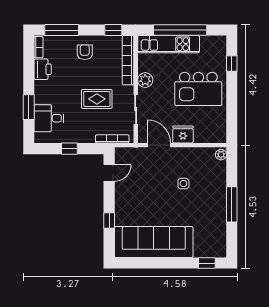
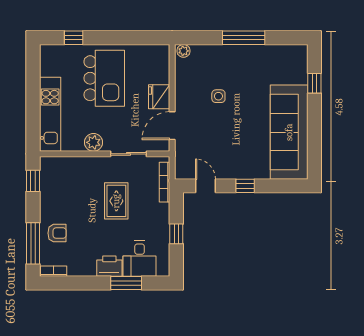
window: (180, 30) -> (33, 100), removed
armchair: (85, 52) -> (57, 233), moved, turned 180
bookcase: (128, 60) -> (70, 163), removed
printer: (43, 69) -> (109, 266), moved
window: (109, 220) -> (245, 186), moved
window: (207, 263) -> (314, 83), moved

